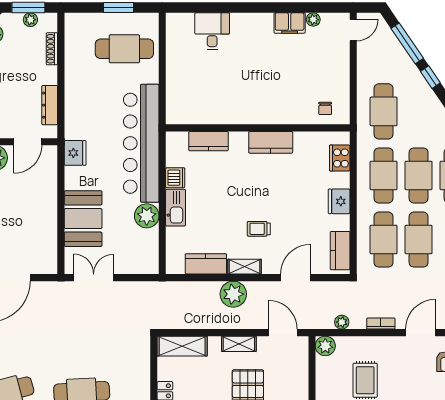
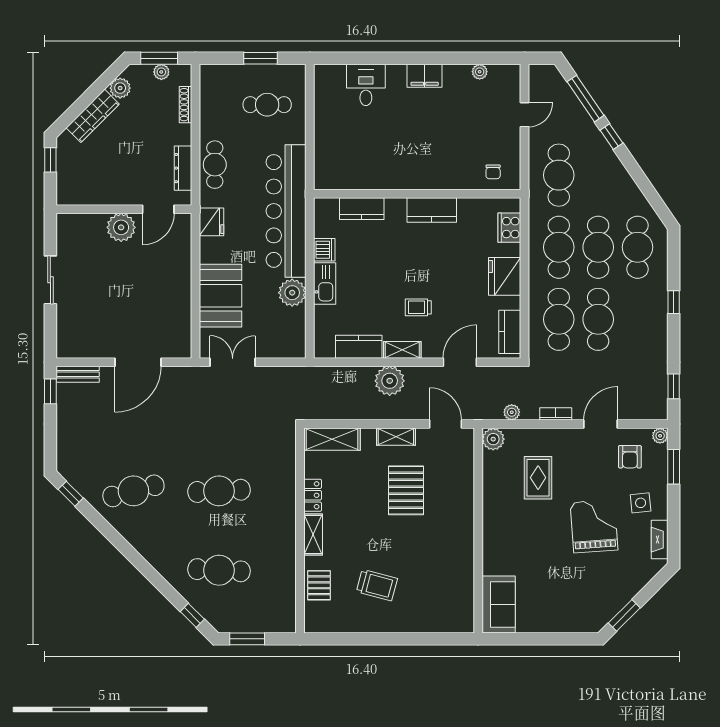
filing cabinet: (290, 23) -> (425, 76), moved
door: (353, 30) -> (525, 115), moved
cafe table: (124, 49) -> (267, 105), width x0.73, depth x0.74
cafe table: (78, 102) -> (215, 165), added
fridge: (339, 201) -> (505, 276), width x1.36, depth x1.34

